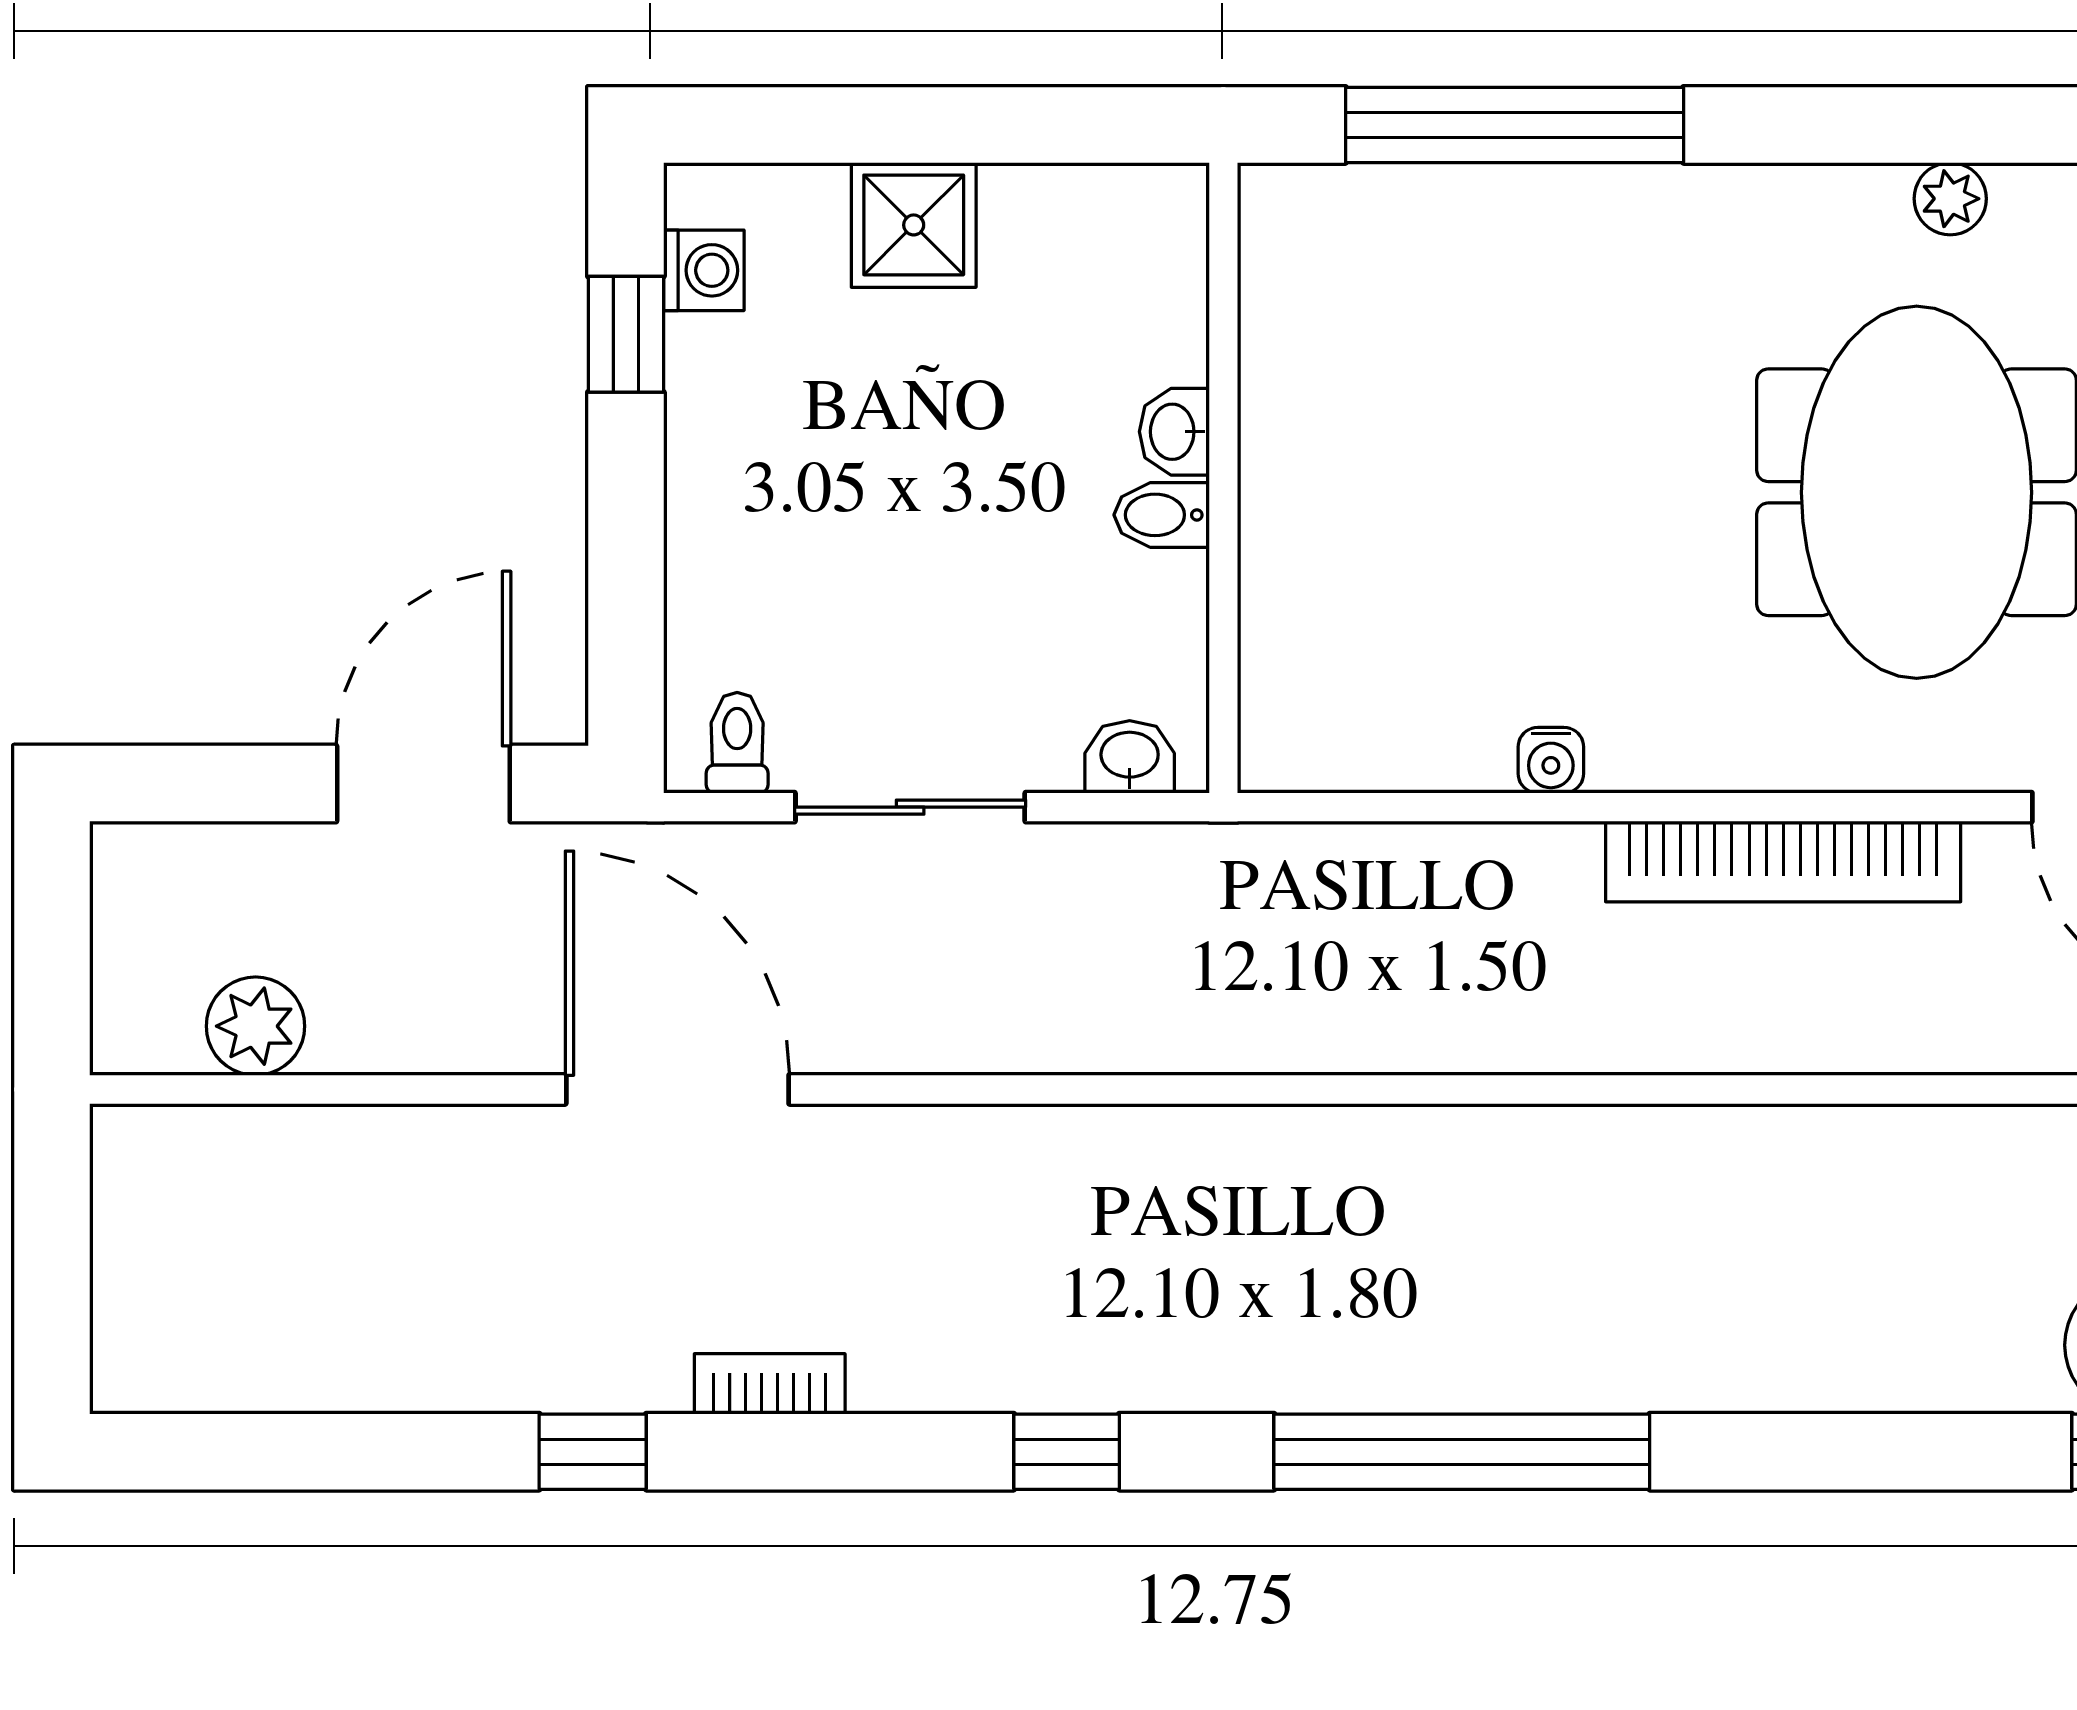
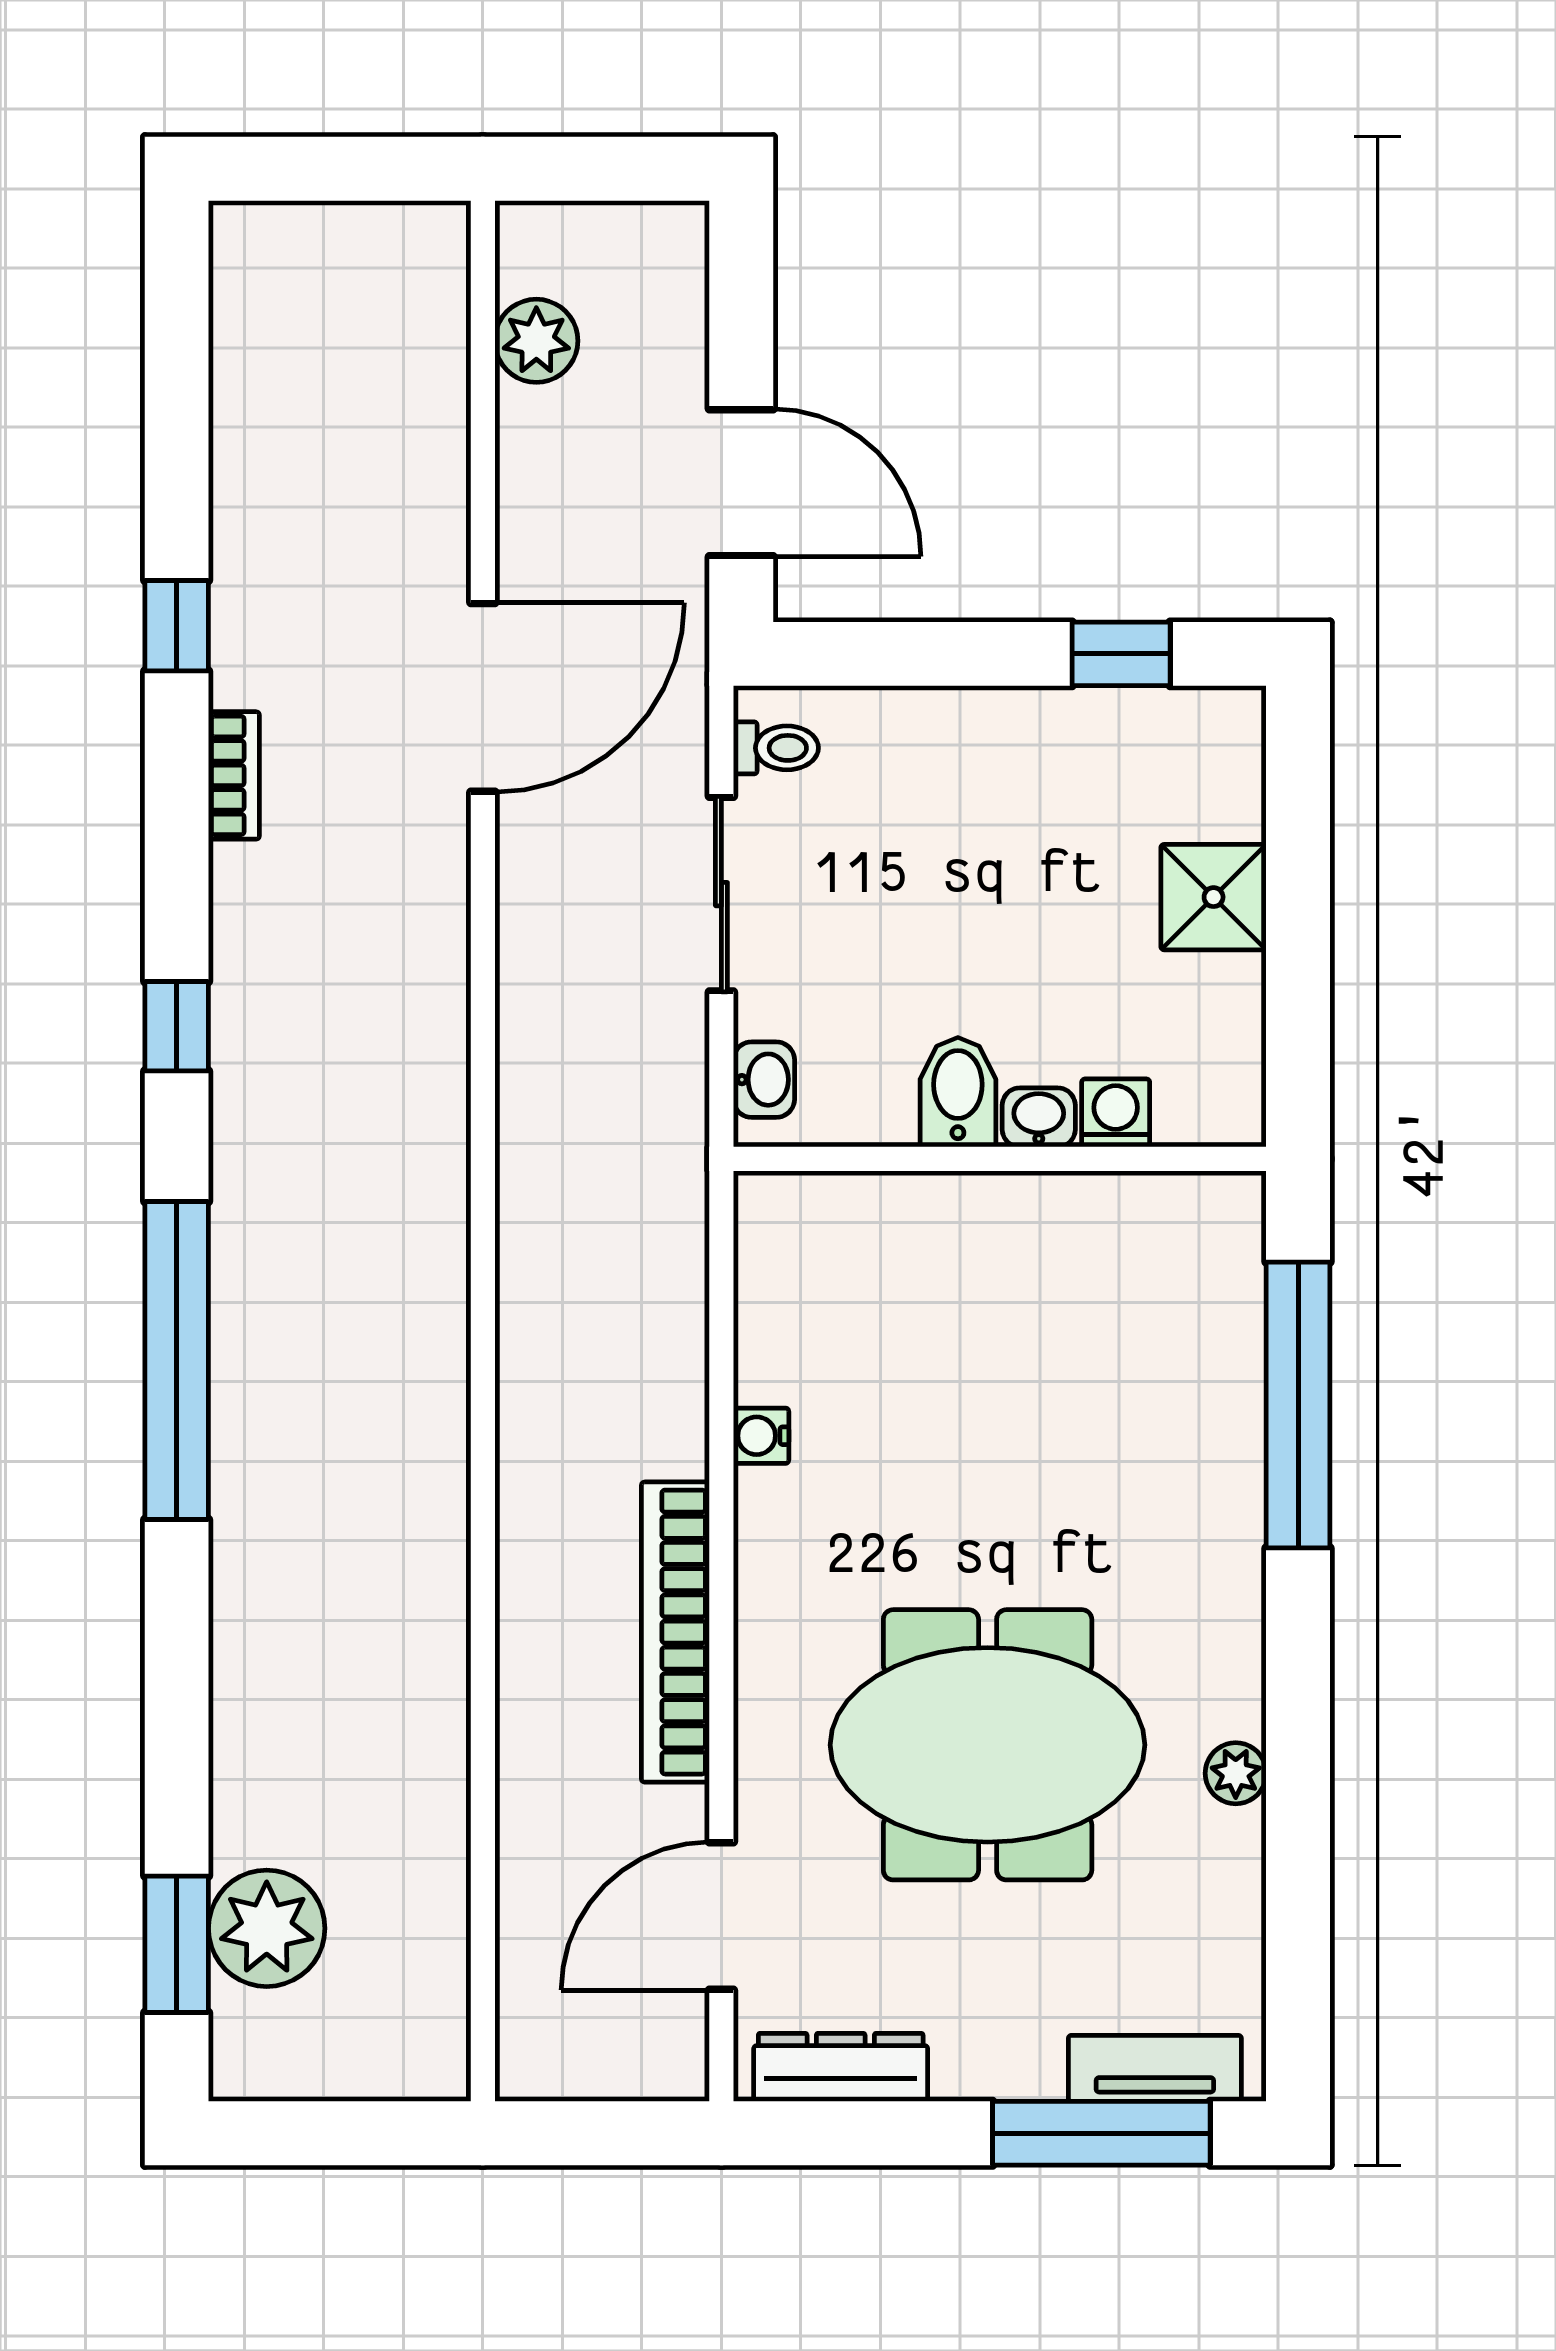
washing machine: (704, 270) -> (1116, 1113), moved, turned 180
bidet: (1162, 515) -> (958, 1092), width x1.38, depth x1.36

